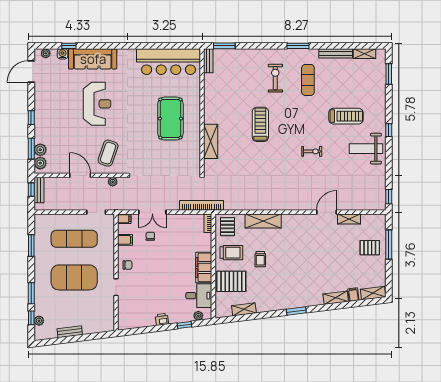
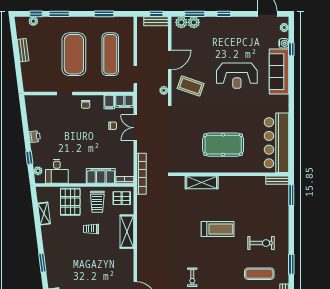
filing cabinet: (124, 219) -> (124, 101), width x2.00
filing cabinet: (204, 267) -> (101, 176), moved

